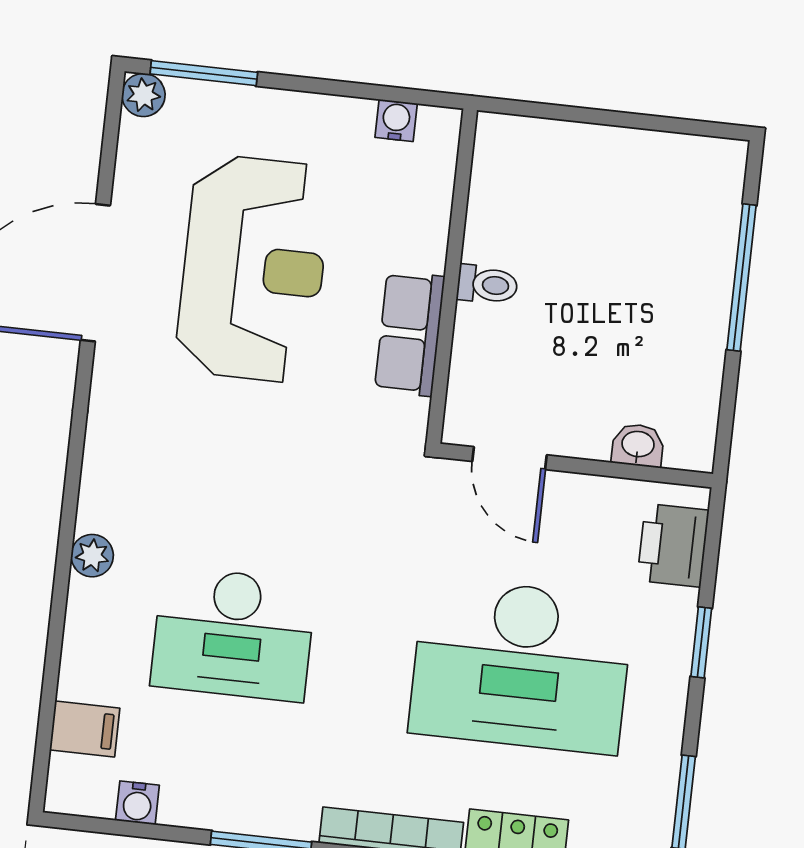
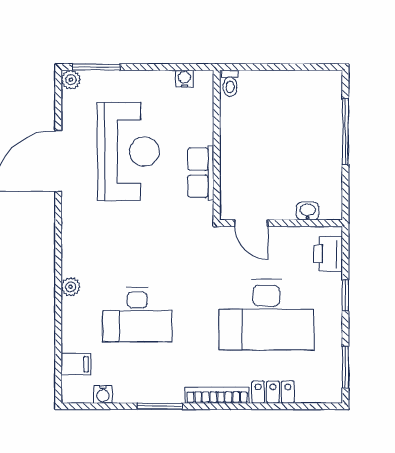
toilet: (487, 285) -> (230, 83), moved, turned 90

